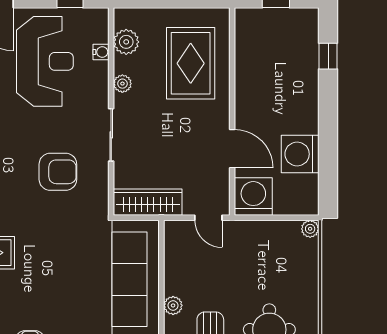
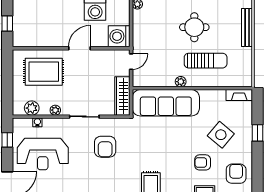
reception desk: (45, 61) -> (43, 154), turned 180
door: (232, 149) -> (79, 48), moved
armchair: (58, 172) -> (105, 147), turned 180

